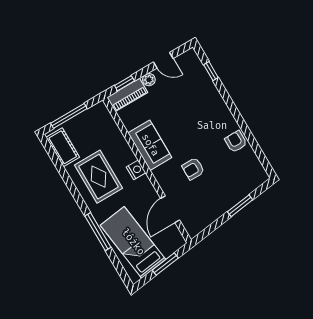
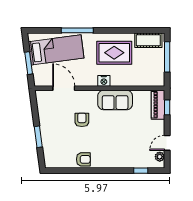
plant: (149, 80) -> (160, 157), moved

